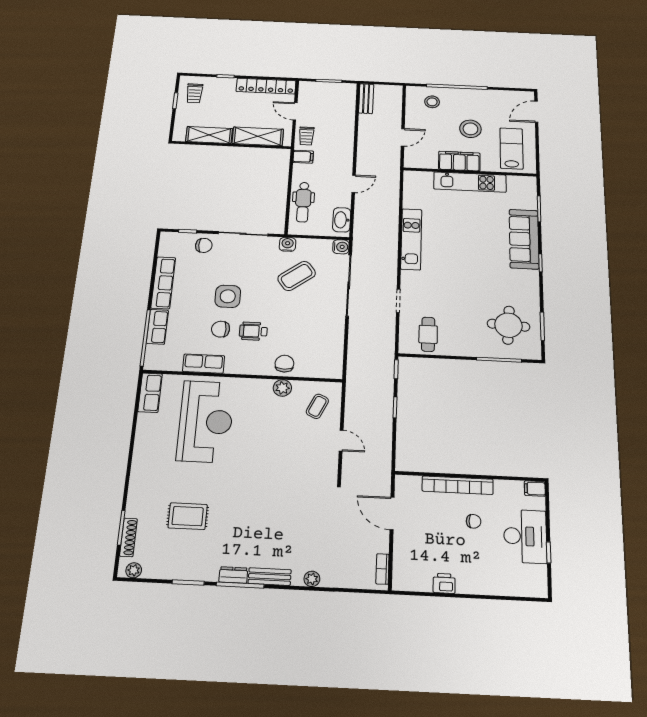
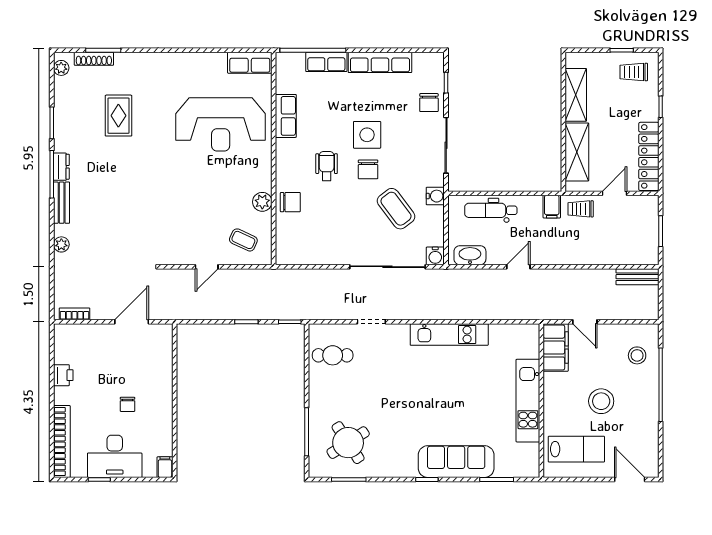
filing cabinet: (459, 161) -> (556, 348), moved
door: (354, 184) -> (518, 267), swing flipped
round table: (508, 325) -> (348, 443), turned -36
chair: (221, 329) -> (368, 169), moved, turned 180
bookcase: (458, 485) -> (62, 441), moved, turned 180

